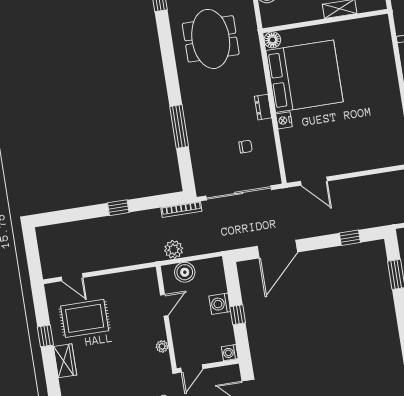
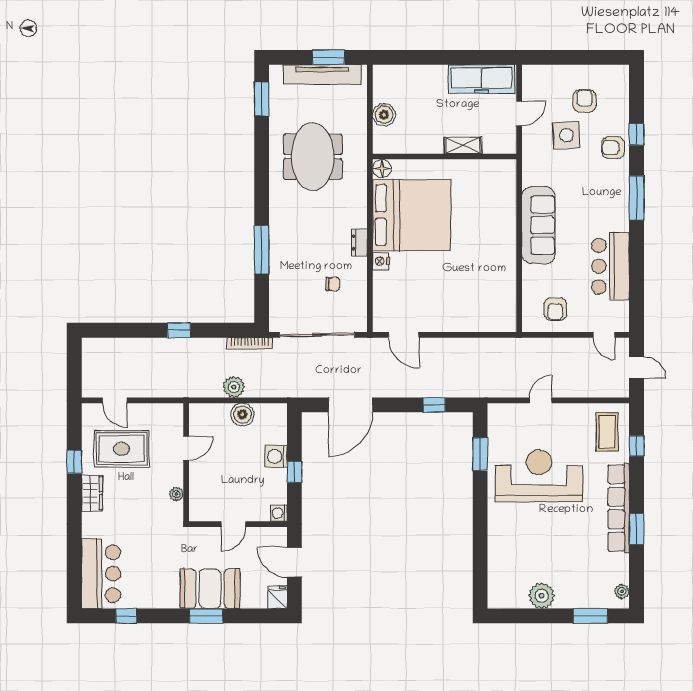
door: (164, 305) -> (186, 448), moved
wall: (166, 317) -> (186, 462), moved
plant: (162, 346) -> (176, 494), moved

